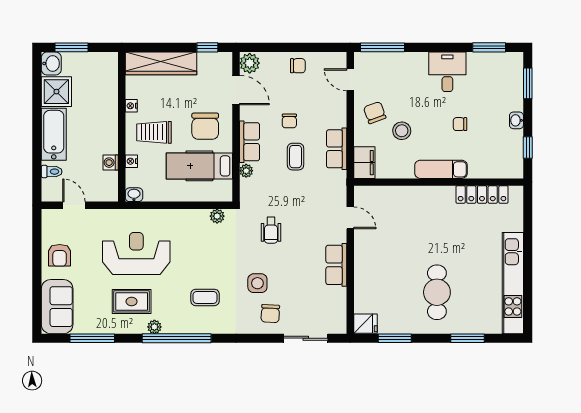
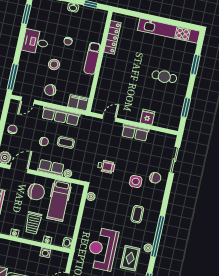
stool: (402, 131) -> (54, 64), moved
row of seats: (337, 149) -> (61, 116), width x1.48
cafe table: (437, 292) -> (164, 77), width x0.73, depth x0.74
fridge: (365, 324) -> (147, 117), moved

